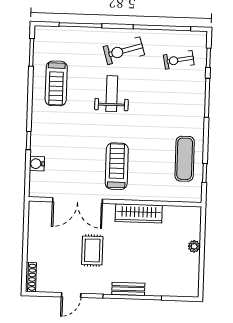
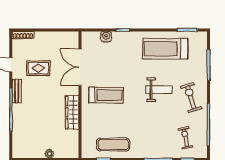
treadmill: (56, 83) -> (165, 49), width x1.37, depth x1.38
rug: (92, 250) -> (38, 68), moved
bench: (128, 289) -> (17, 91), moved

